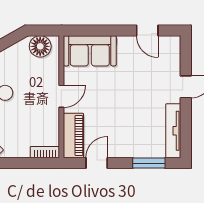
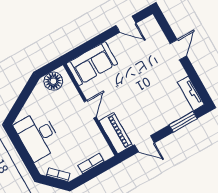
tv unit: (173, 131) -> (191, 93), width x0.71
bookcase: (45, 152) -> (91, 163), moved
door: (97, 163) -> (144, 144), swing flipped

